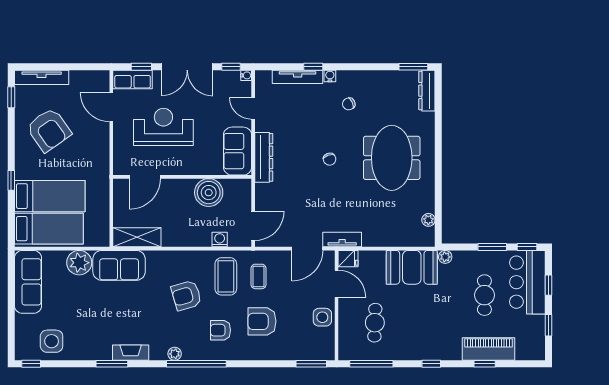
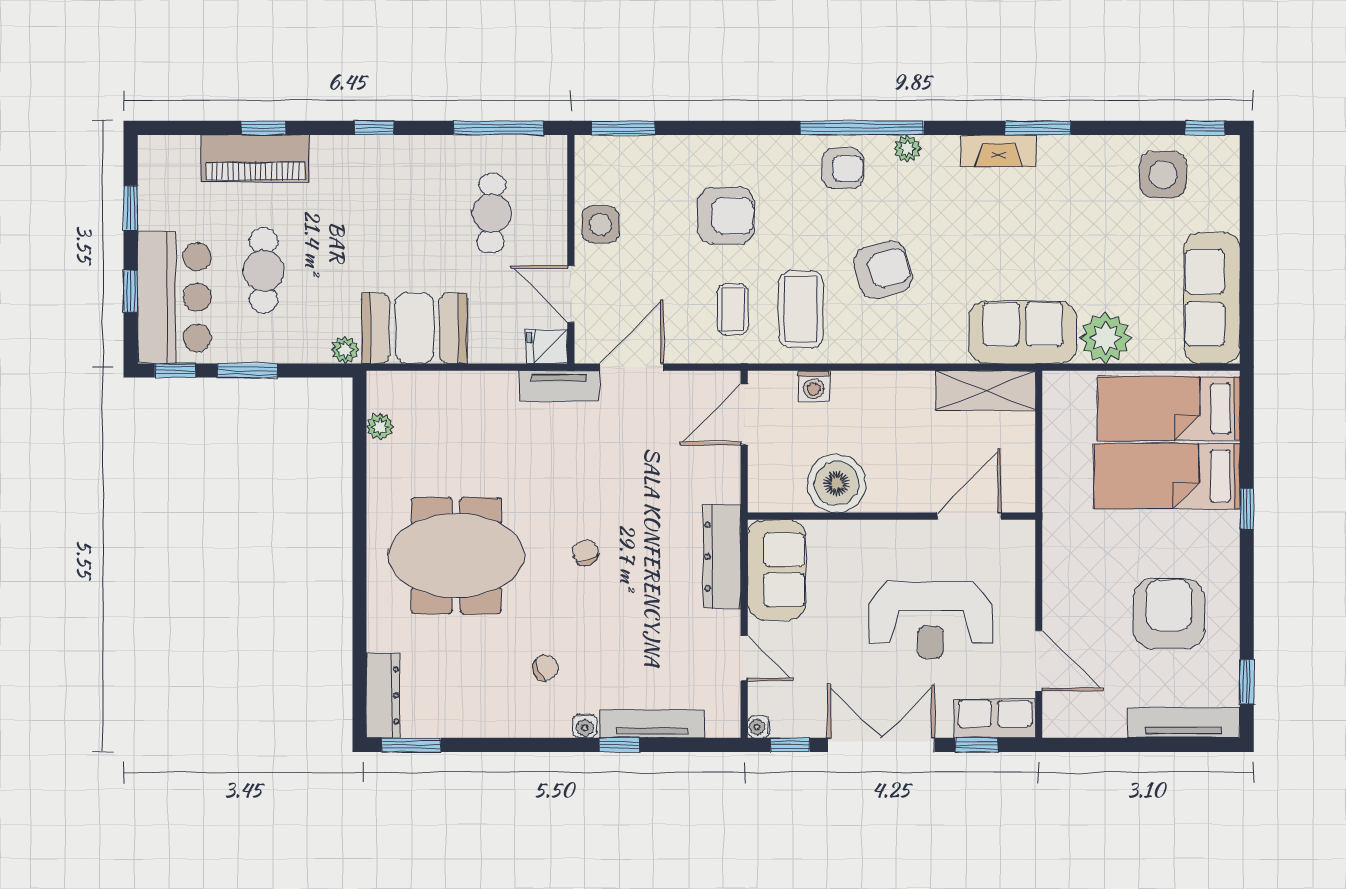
armchair: (49, 130) -> (1169, 614), turned 35
meeting table: (392, 158) -> (456, 556), turned 90
armchair: (221, 330) -> (843, 168), moved

